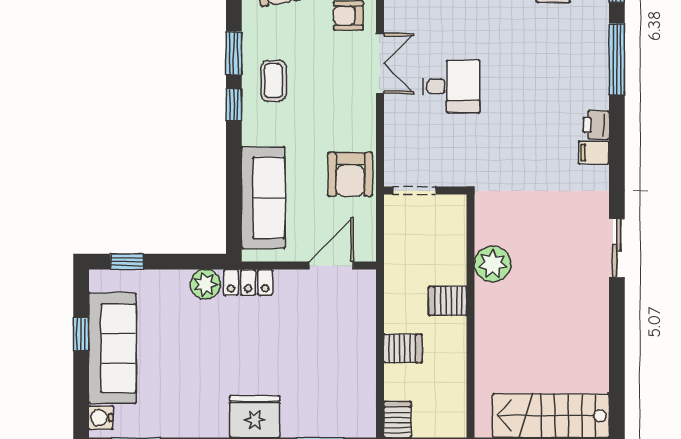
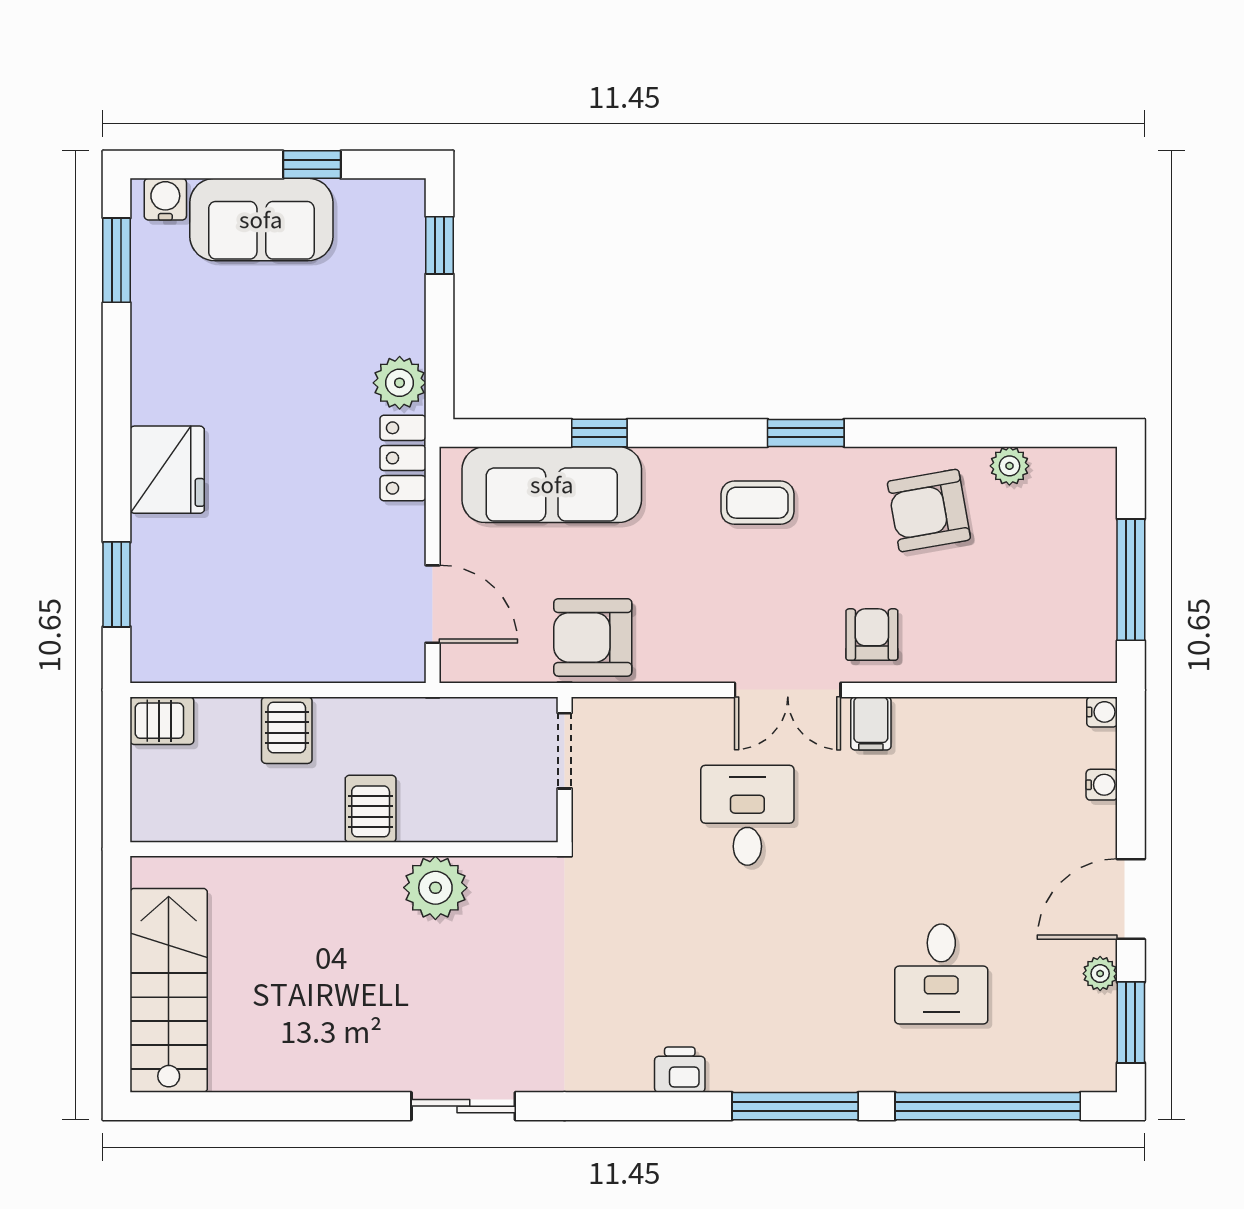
desk: (451, 86) -> (747, 815), turned 180
window: (234, 105) -> (599, 433), moved
filing cabinet: (594, 153) -> (871, 723), moved, turned 180
sofa: (112, 348) -> (261, 220), width x0.73

